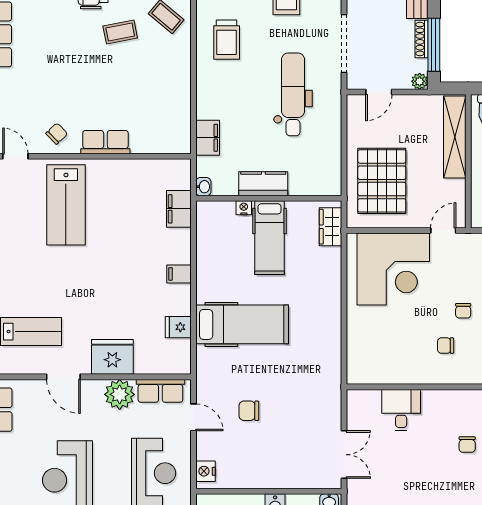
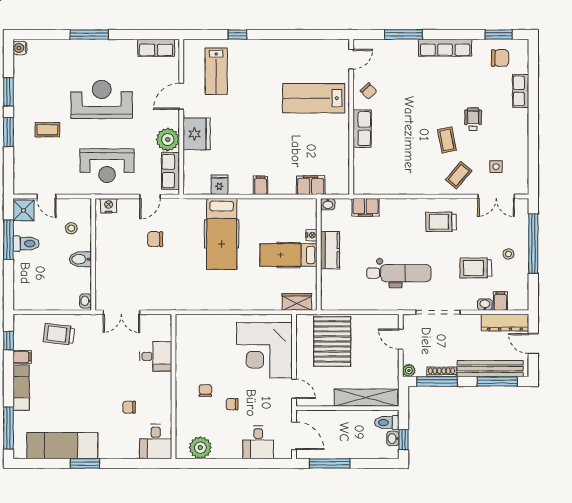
pallet: (382, 181) -> (332, 341), turned 90
chair: (249, 411) -> (155, 239), turned -90

